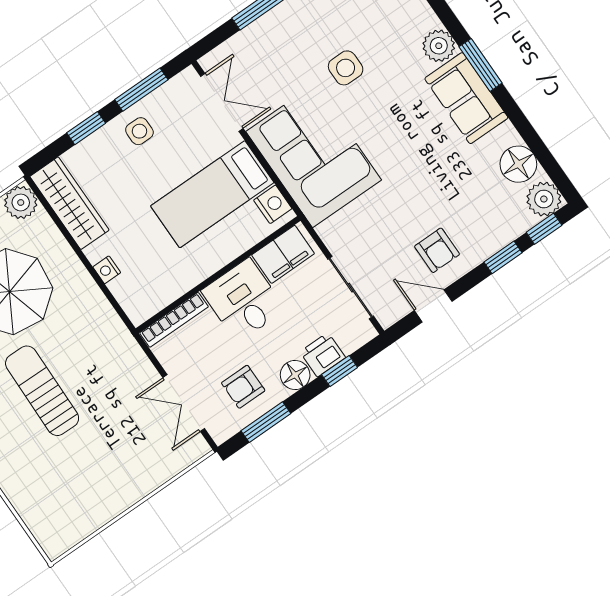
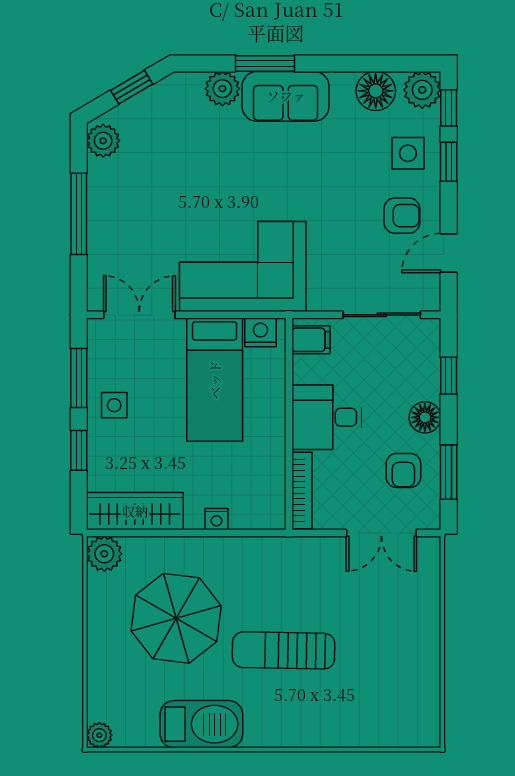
side table: (346, 68) -> (408, 153), moved
filing cabinet: (283, 254) -> (311, 340), width x0.50
printer: (323, 355) -> (424, 381), removed

